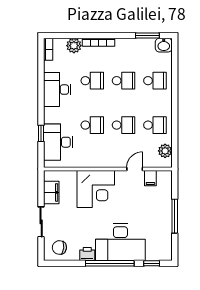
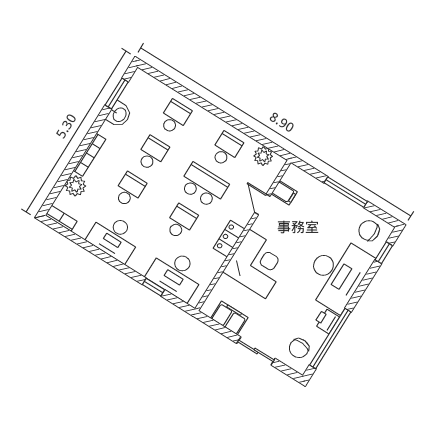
washbasin: (164, 45) -> (119, 114), moved
school desk: (124, 125) -> (203, 186), width x1.85
locker: (101, 162) -> (229, 239), added
chair: (160, 245) -> (369, 231), added
window: (110, 263) -> (330, 339), moved

